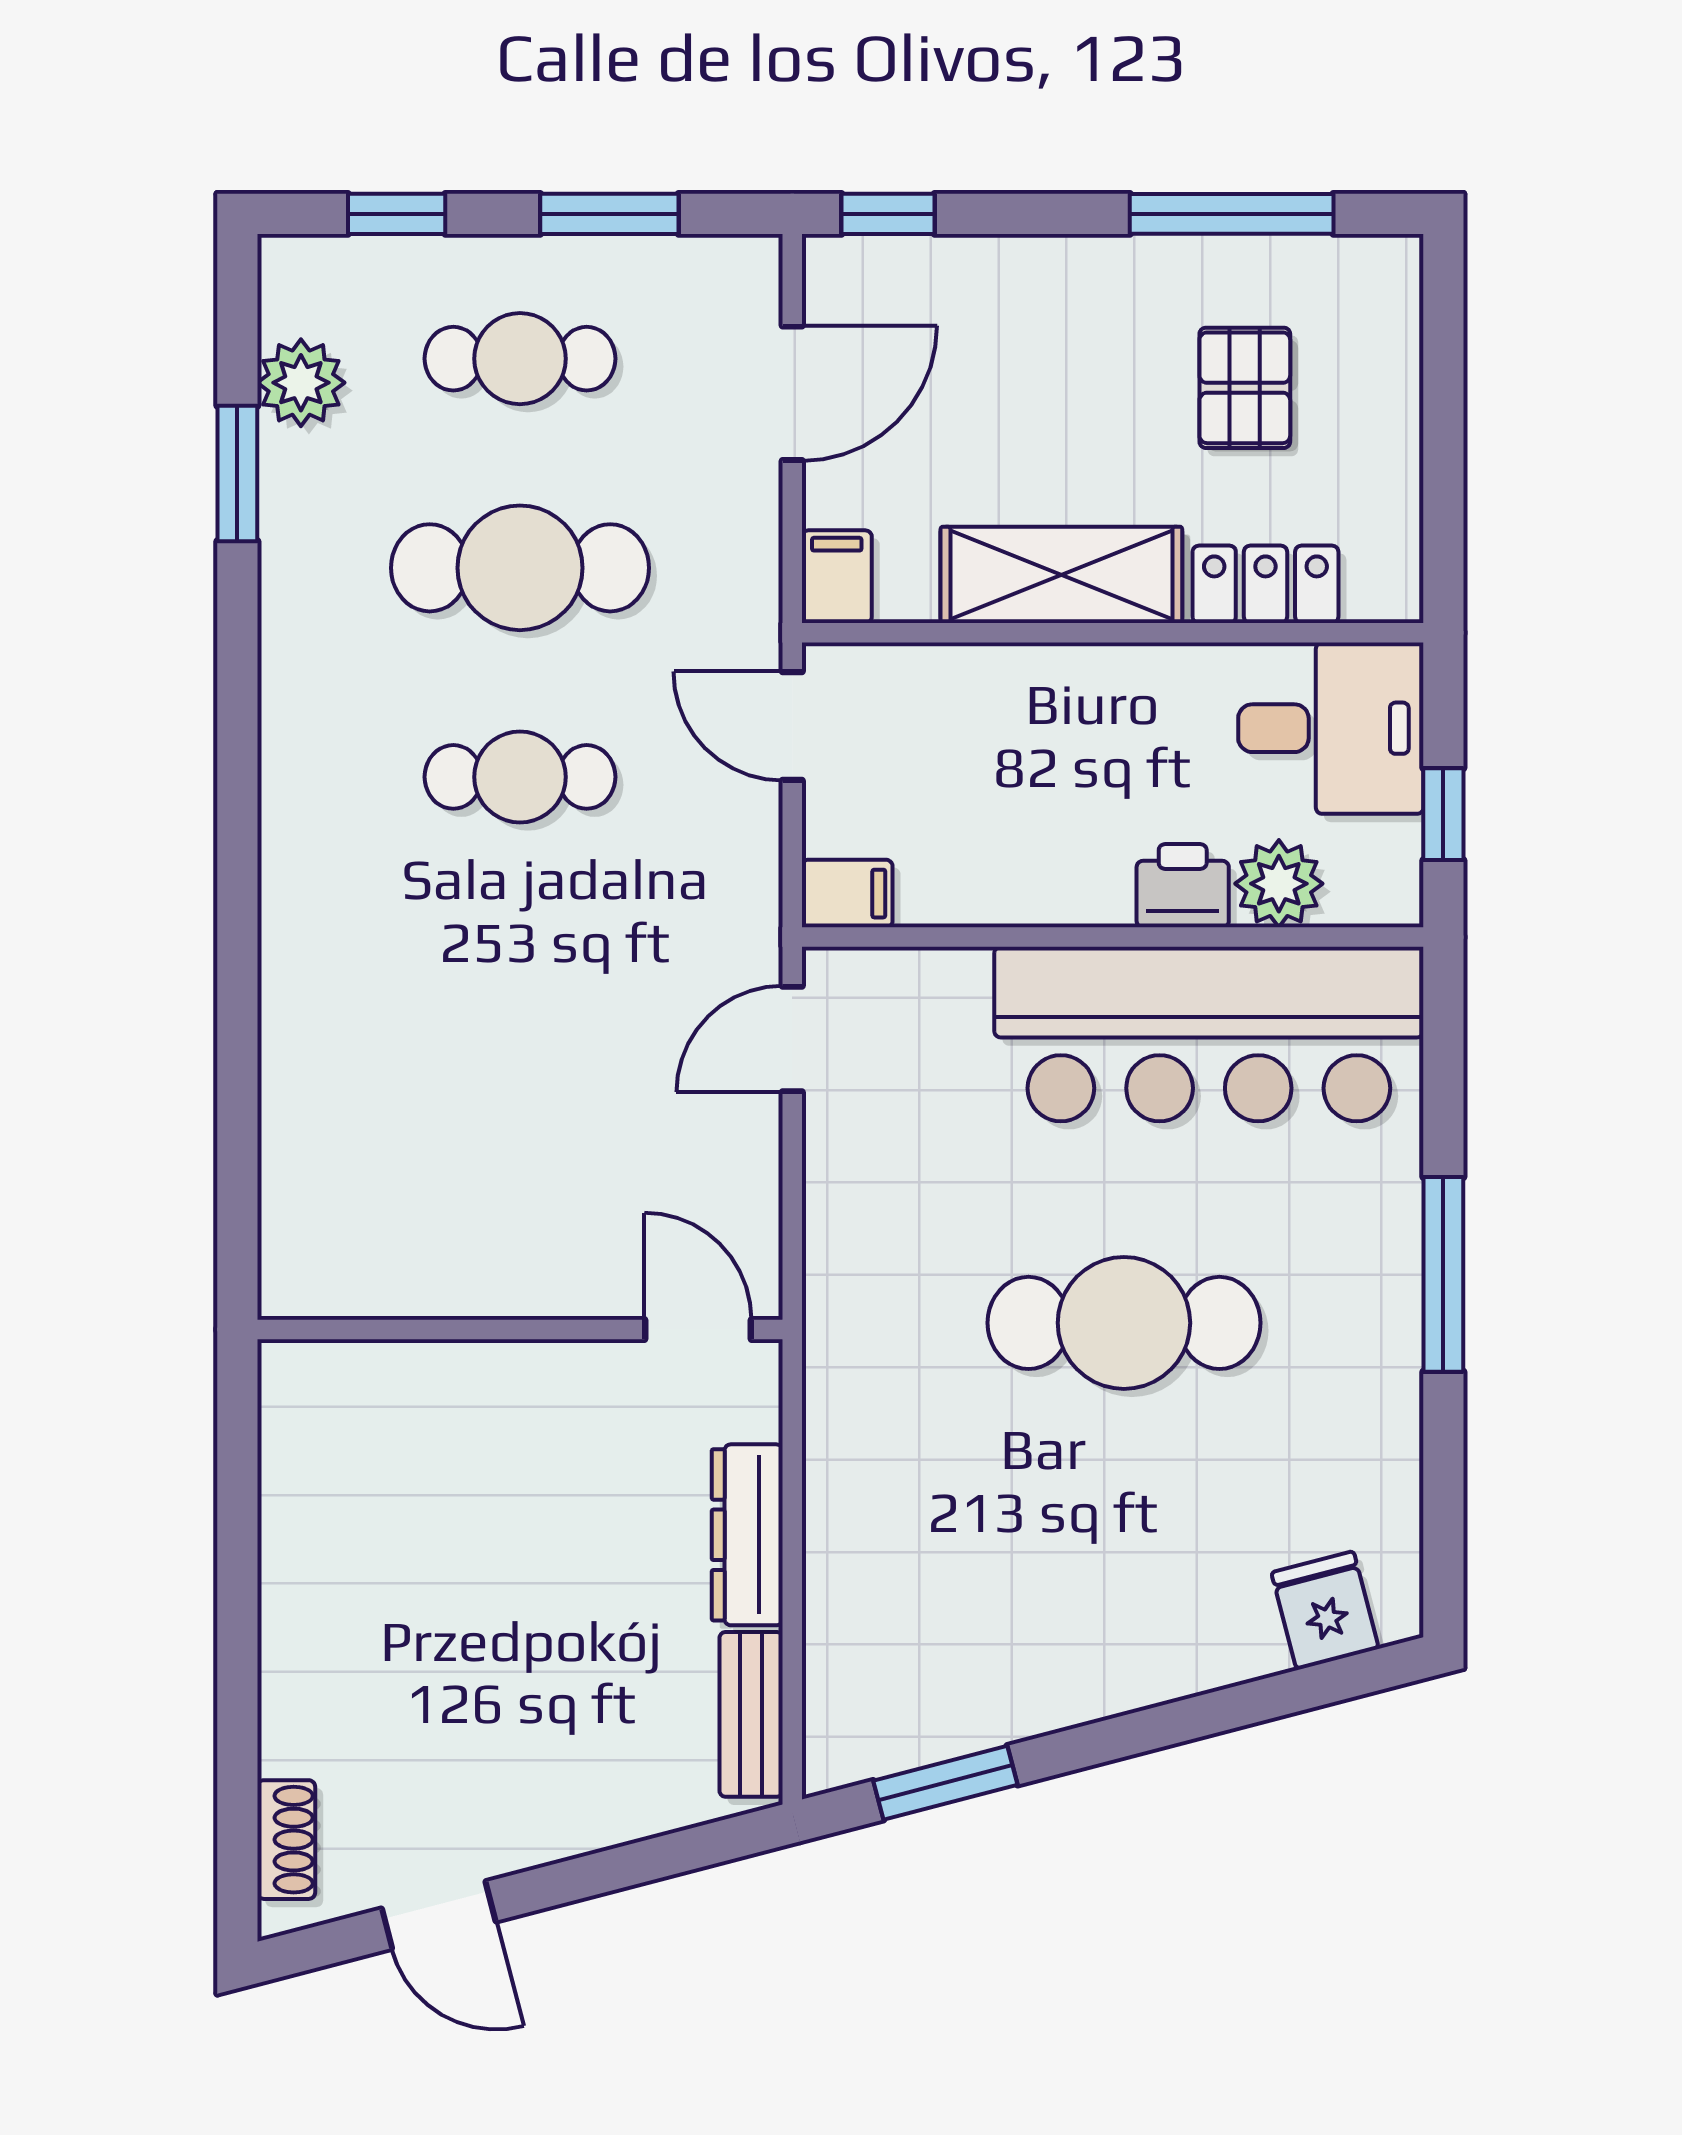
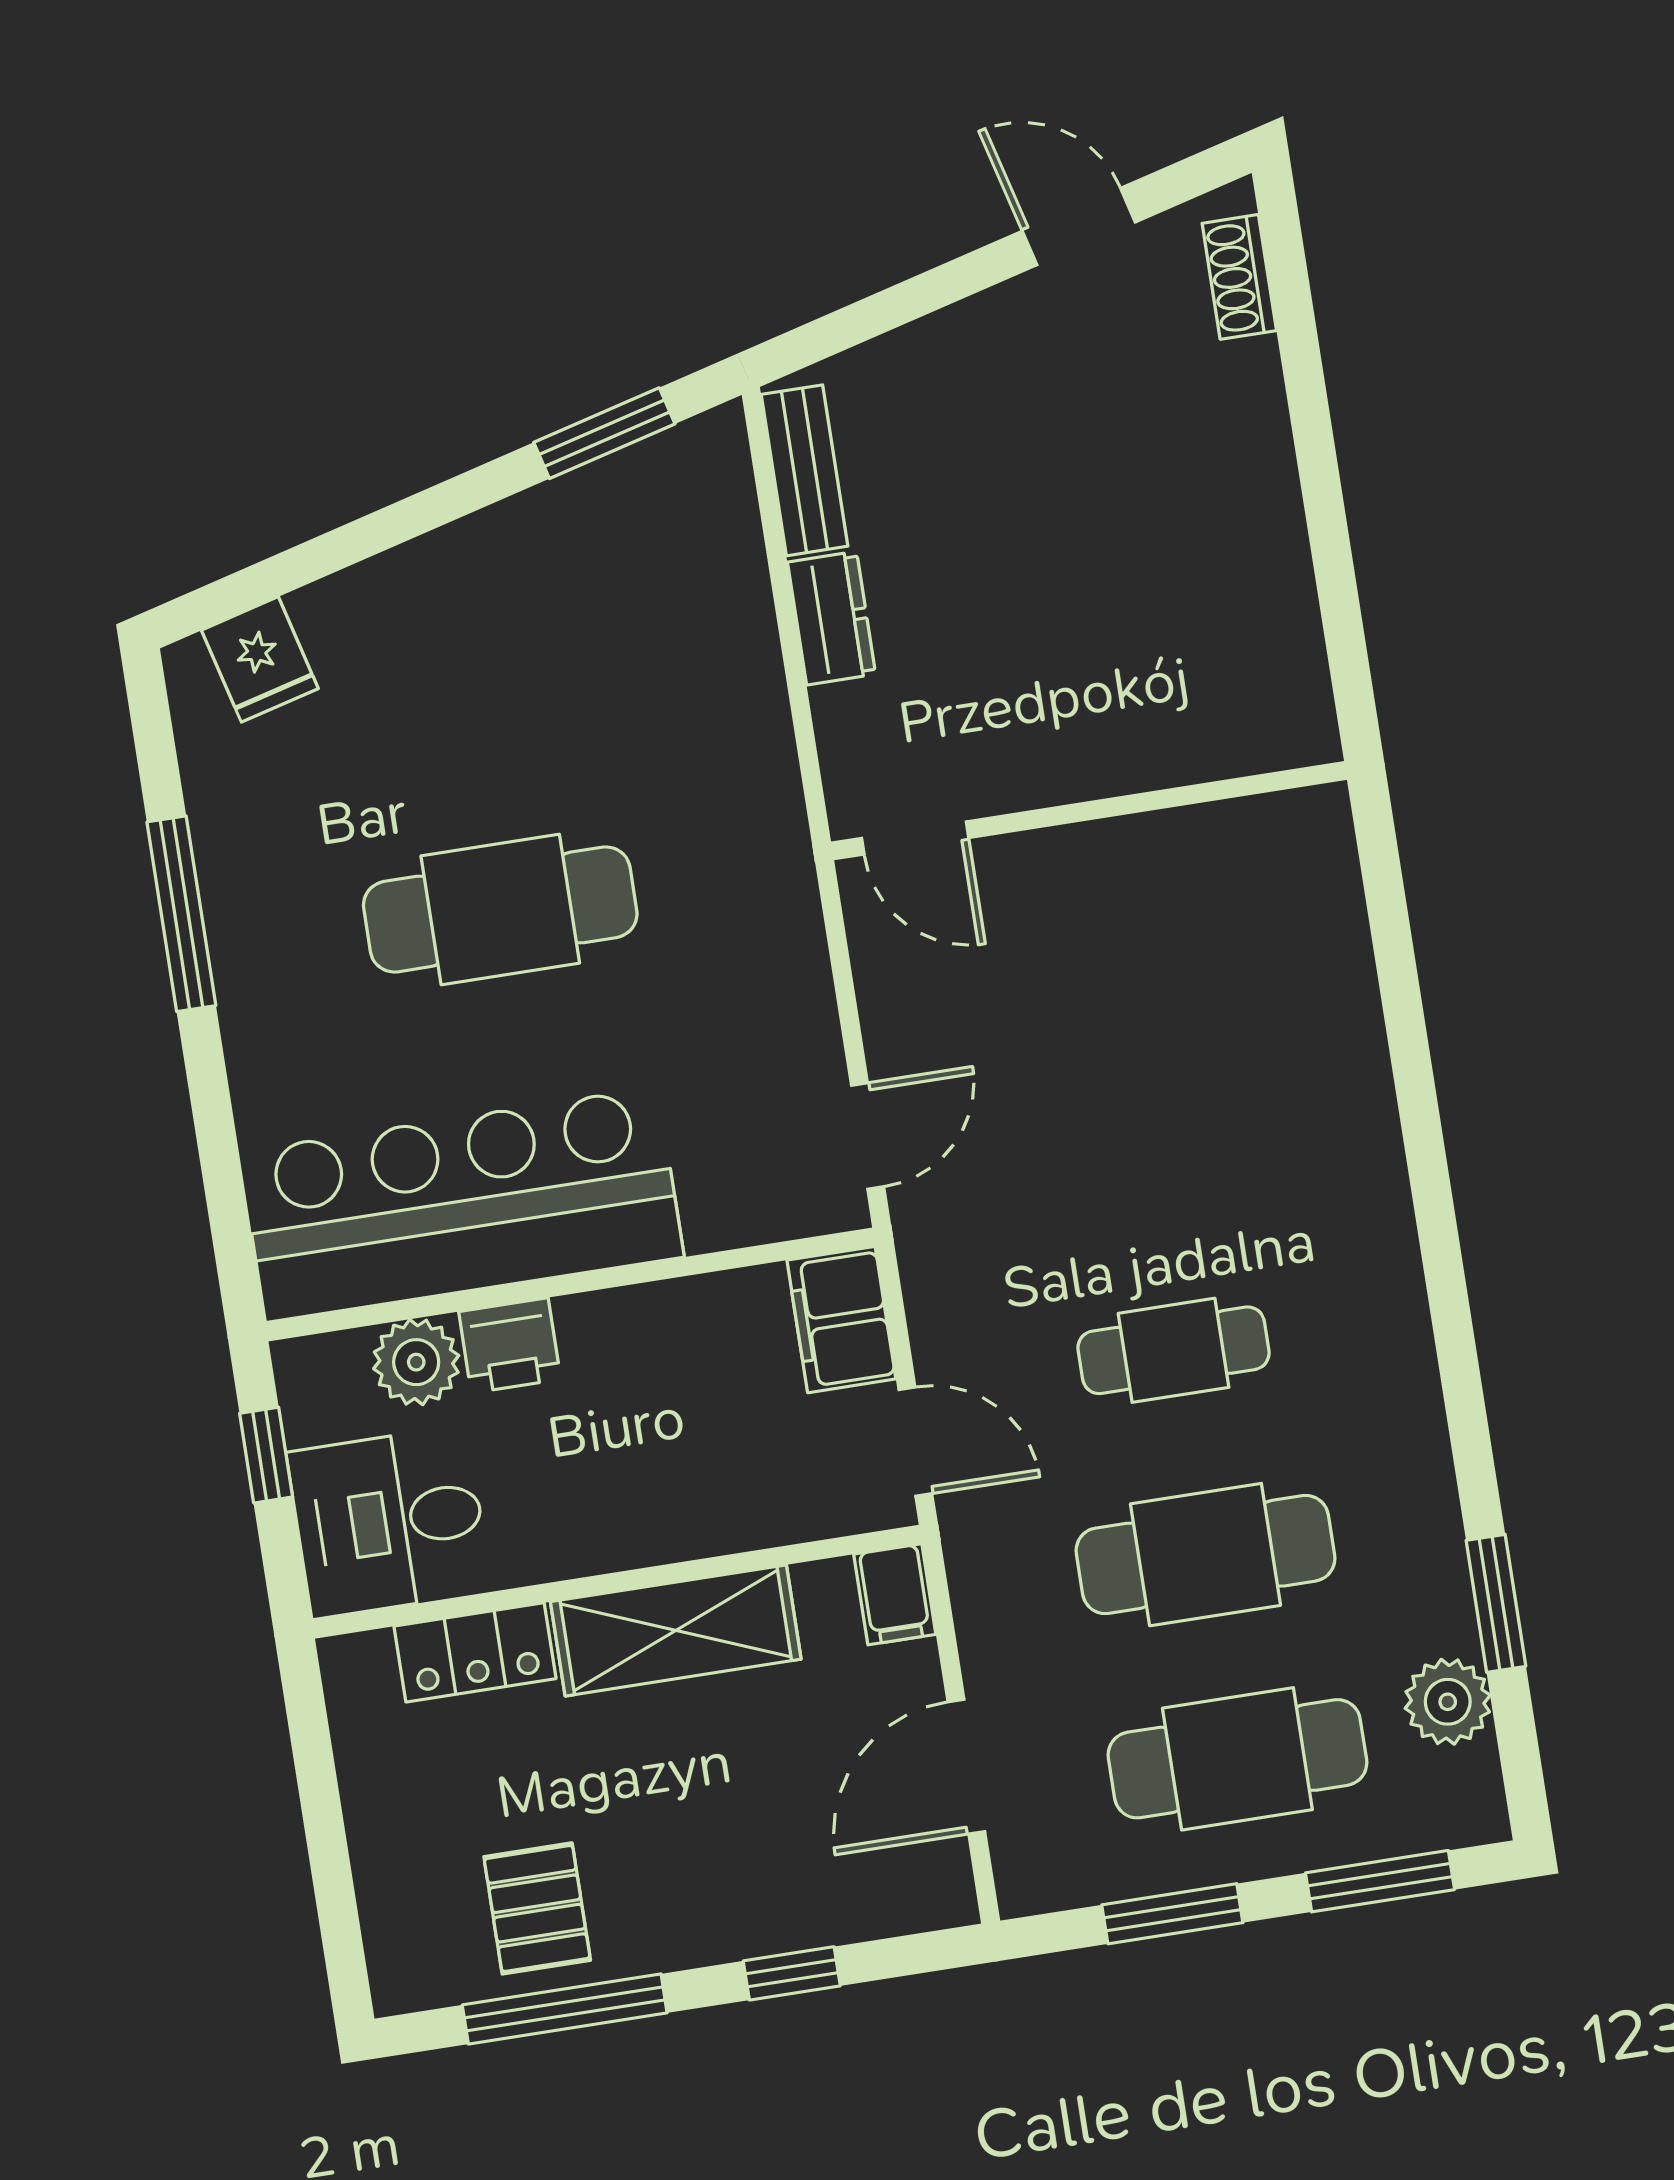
window: (397, 214) -> (1380, 1881), width x1.50
window: (888, 214) -> (792, 1973), moved
cafe table: (520, 359) -> (1237, 1759), width x1.37, depth x1.35
pallet: (1245, 388) -> (537, 1908), moved
filing cabinet: (847, 894) -> (841, 1320), width x2.00
window: (1443, 1274) -> (181, 914), moved
dresser: (747, 1535) -> (832, 618), width x0.70

